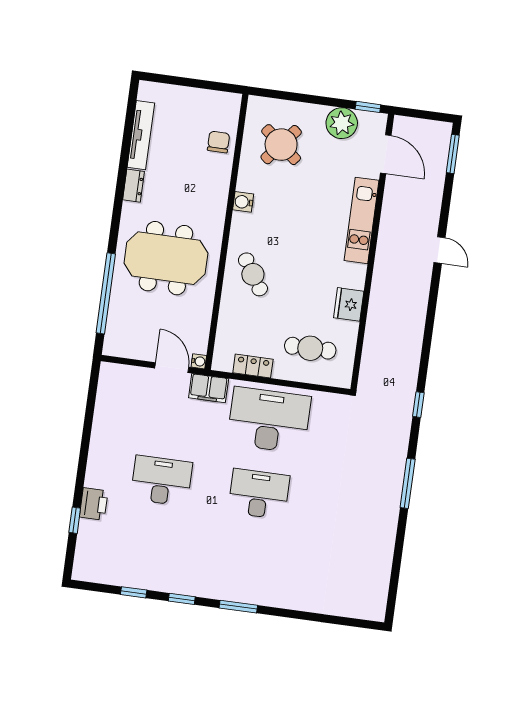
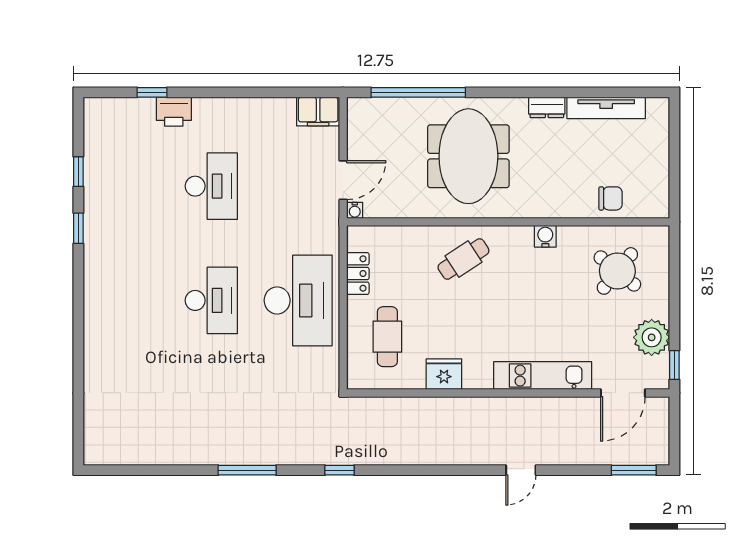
filing cabinet: (209, 388) -> (318, 112), moved, turned -90
window: (238, 607) -> (78, 295), removed

